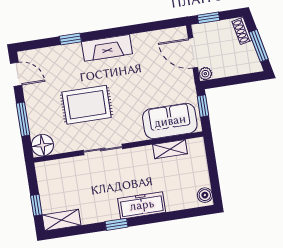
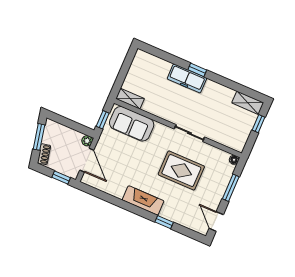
floor lamp: (42, 145) -> (234, 160), width x0.53, depth x0.53
shelving: (170, 149) -> (130, 99), moved
boiler: (205, 195) -> (140, 58), removed
window: (117, 224) -> (197, 70), moved

